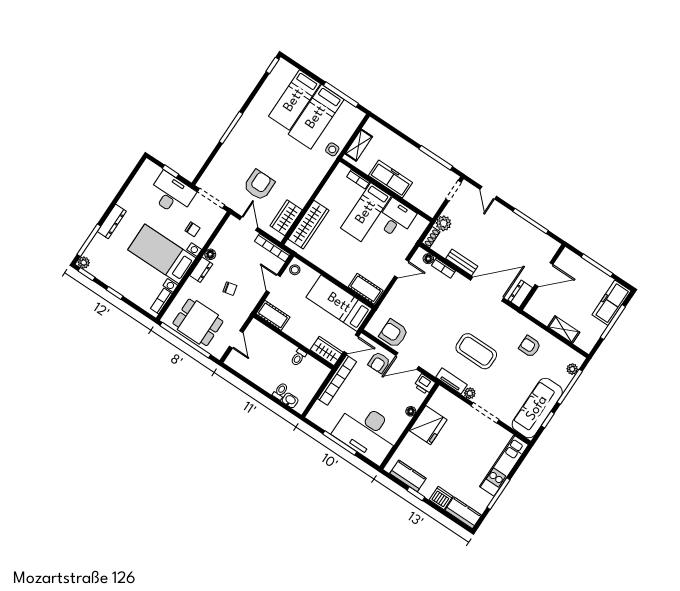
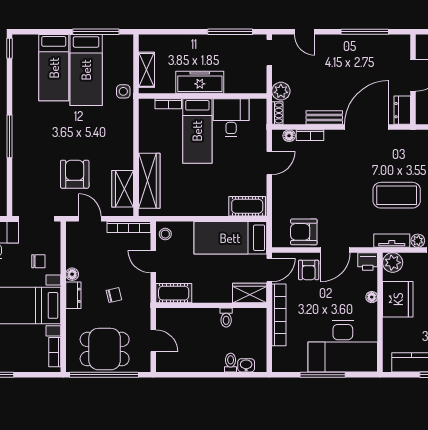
plant: (442, 397) -> (393, 263), added

